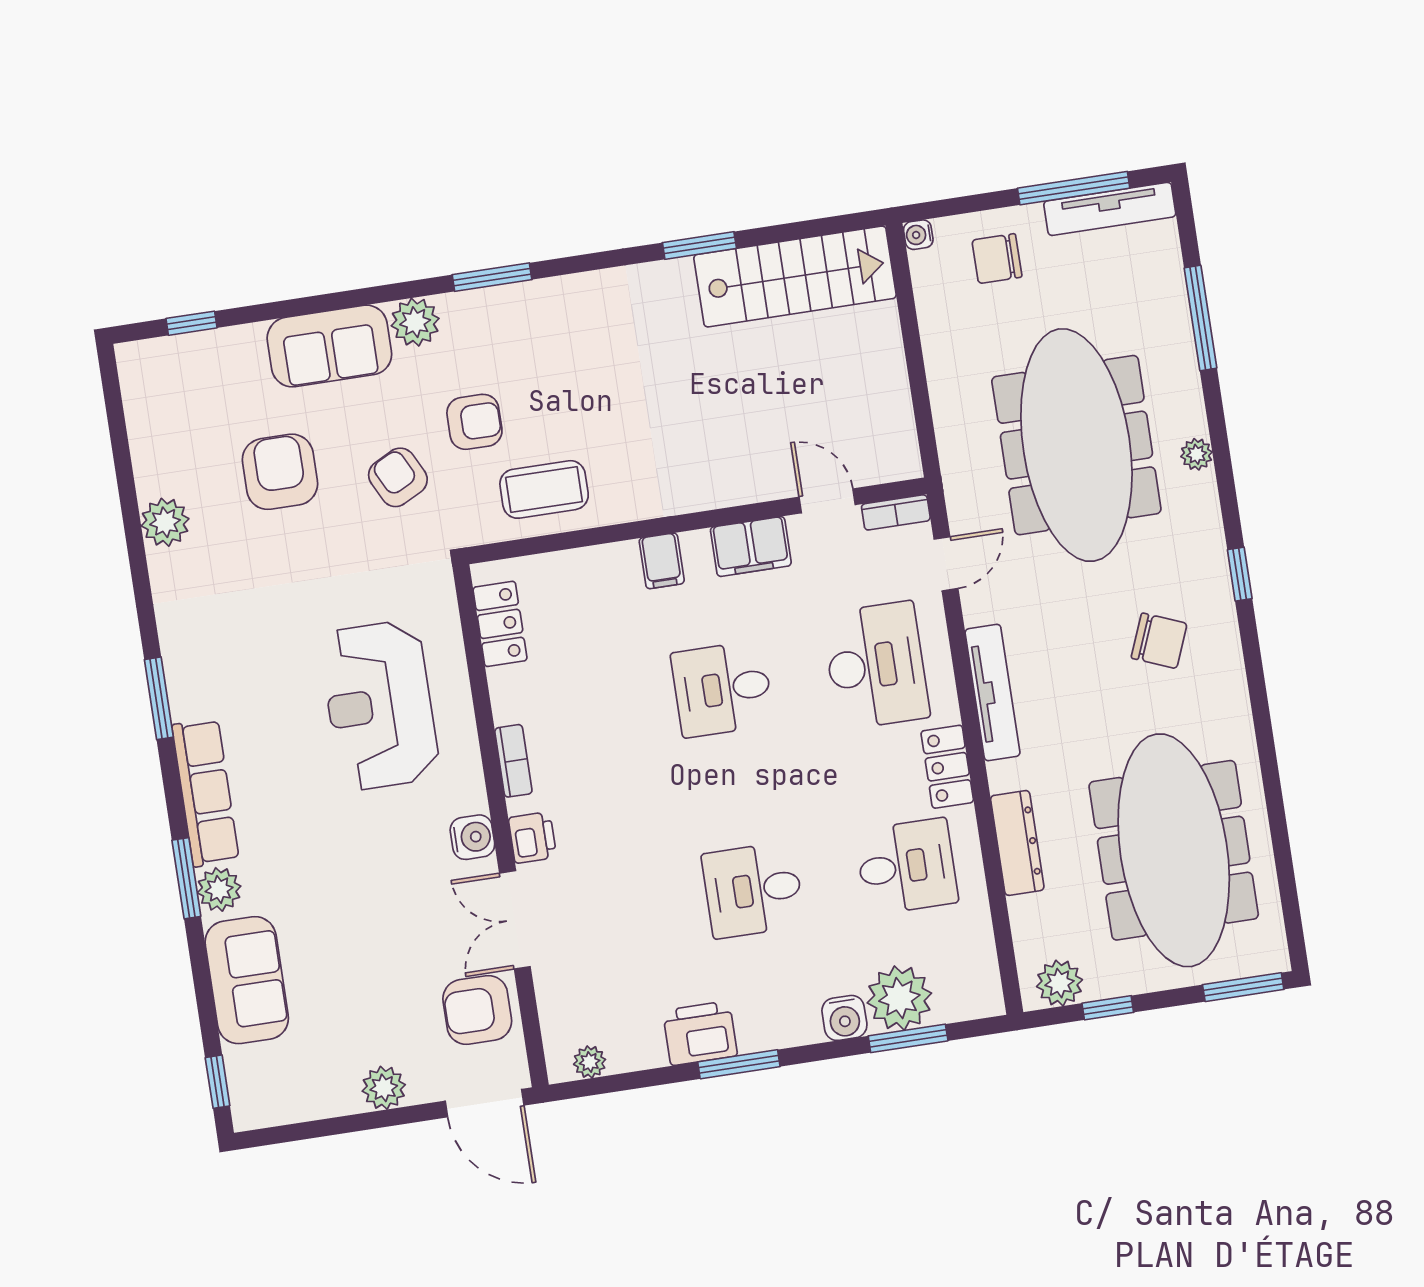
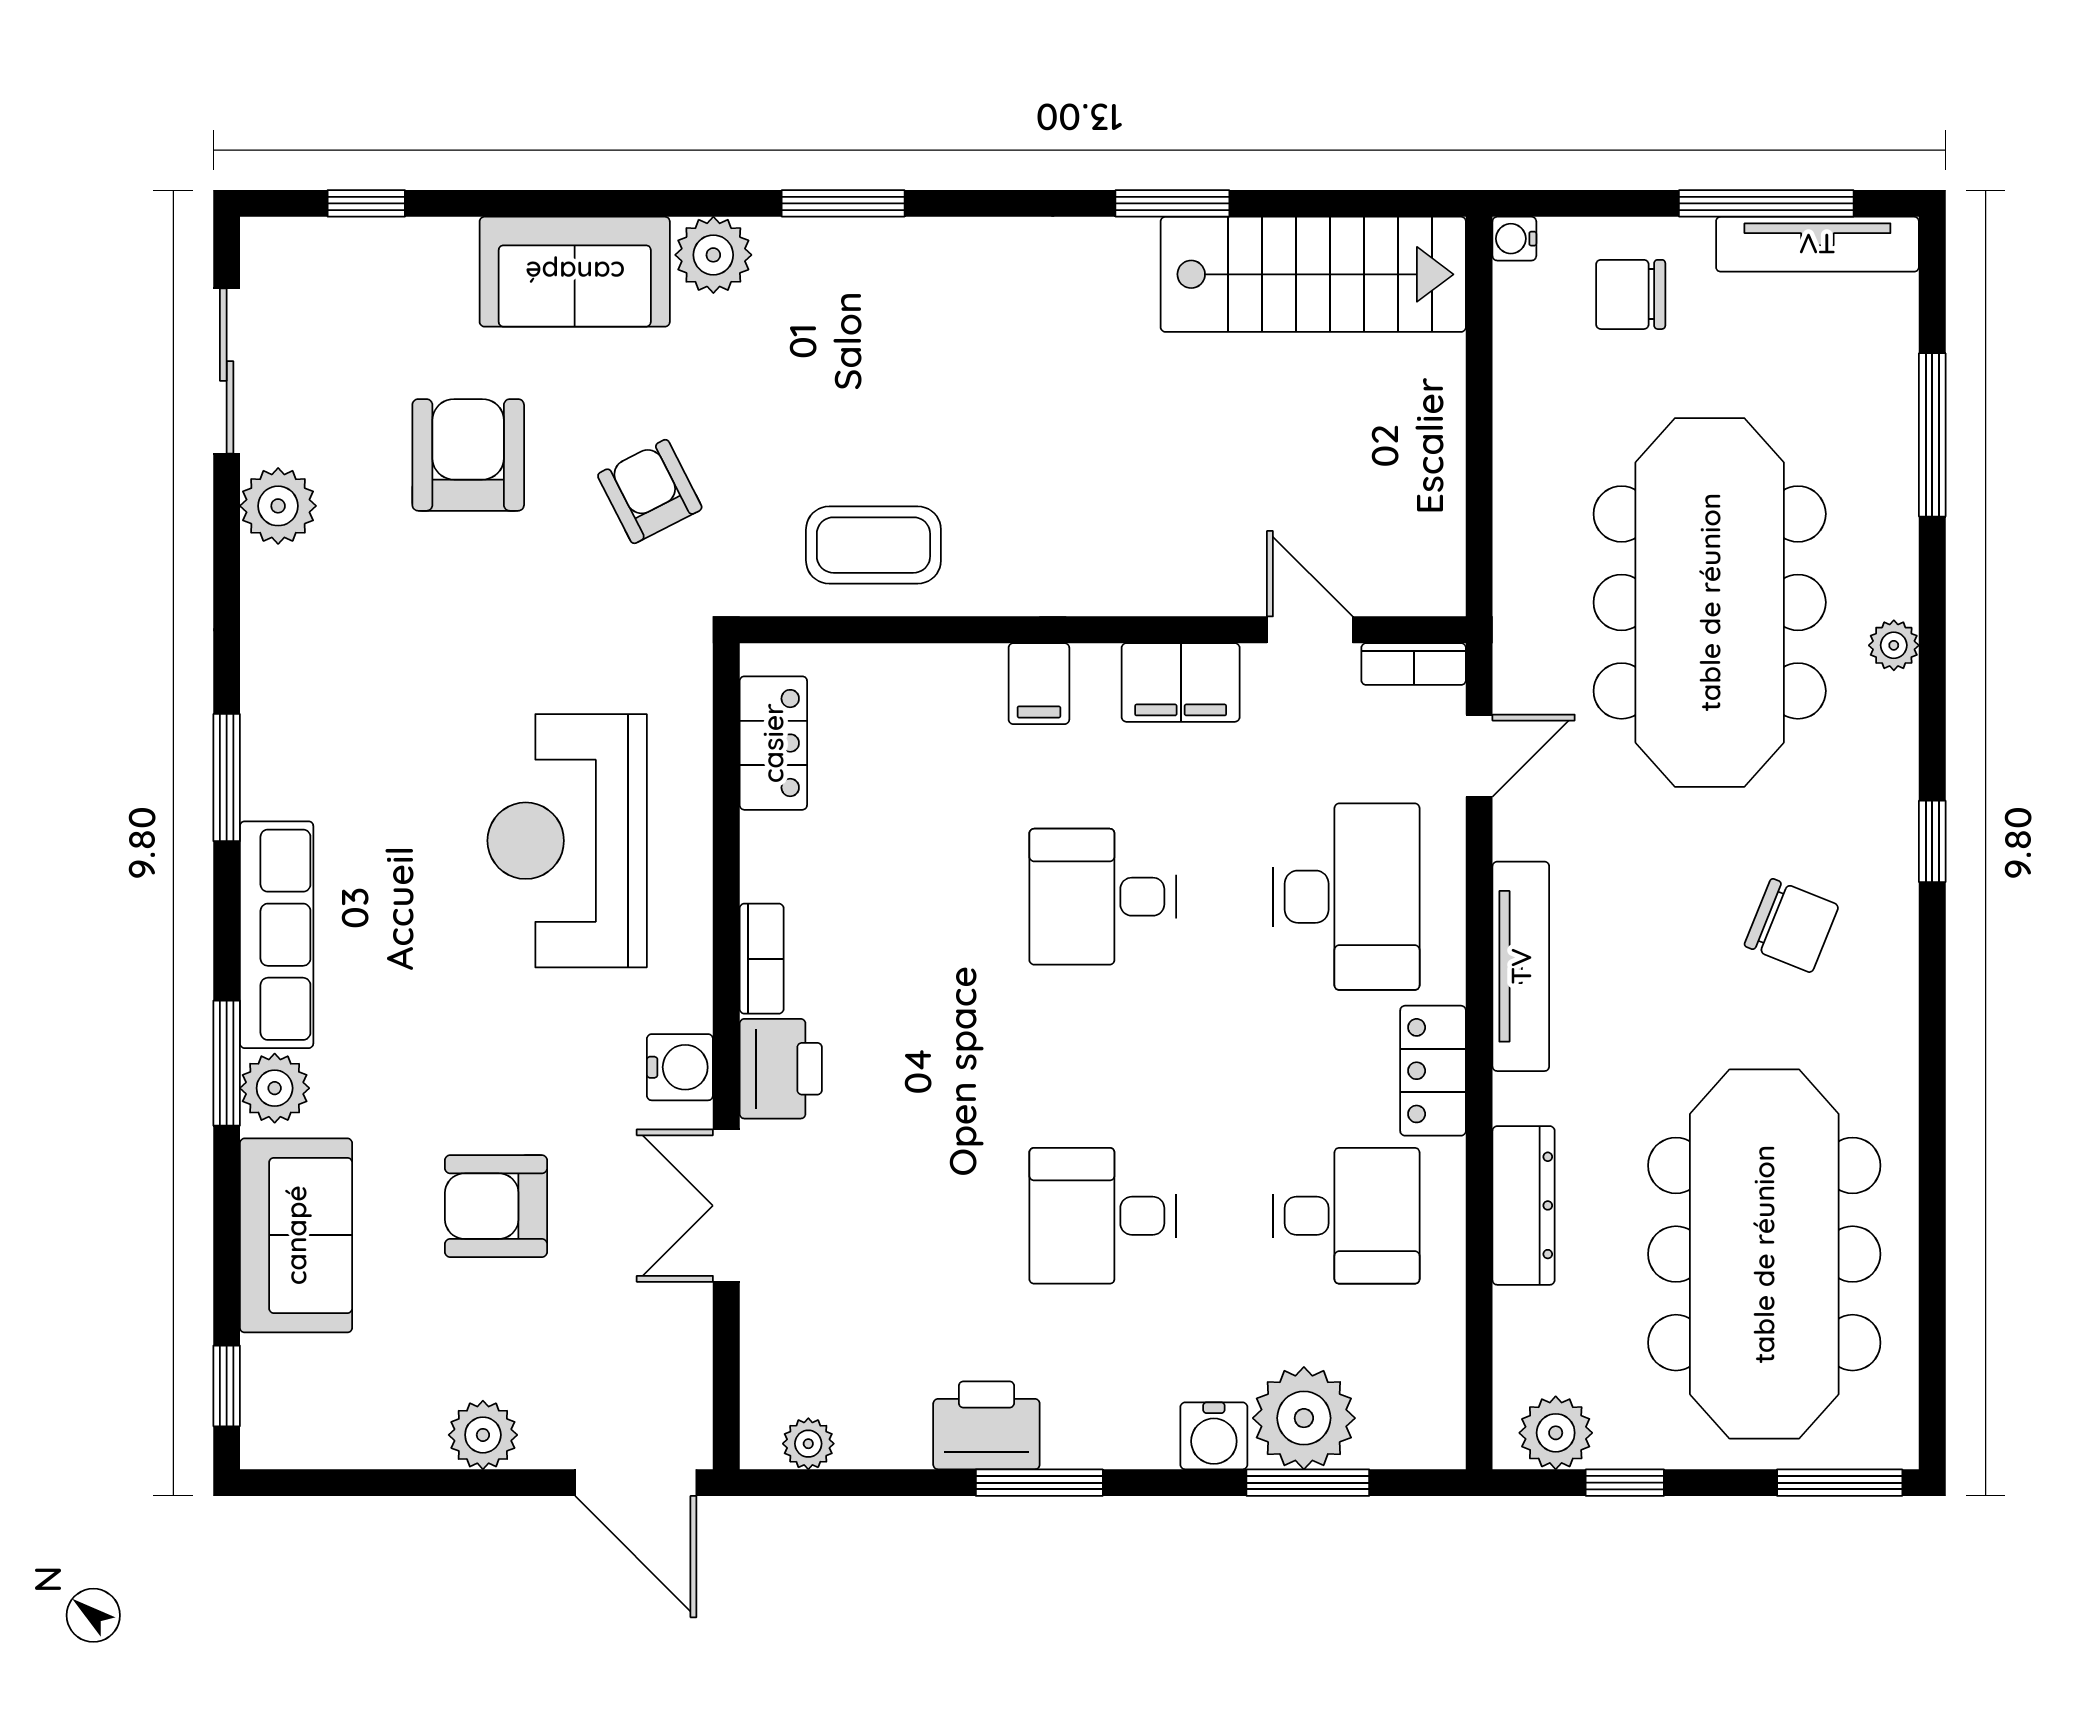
armchair: (474, 422) -> (782, 424), removed
sliding door: (120, 442) -> (227, 371), added
printer: (532, 838) -> (781, 1069), width x1.36, depth x1.24
armchair: (477, 1010) -> (496, 1206), moved

